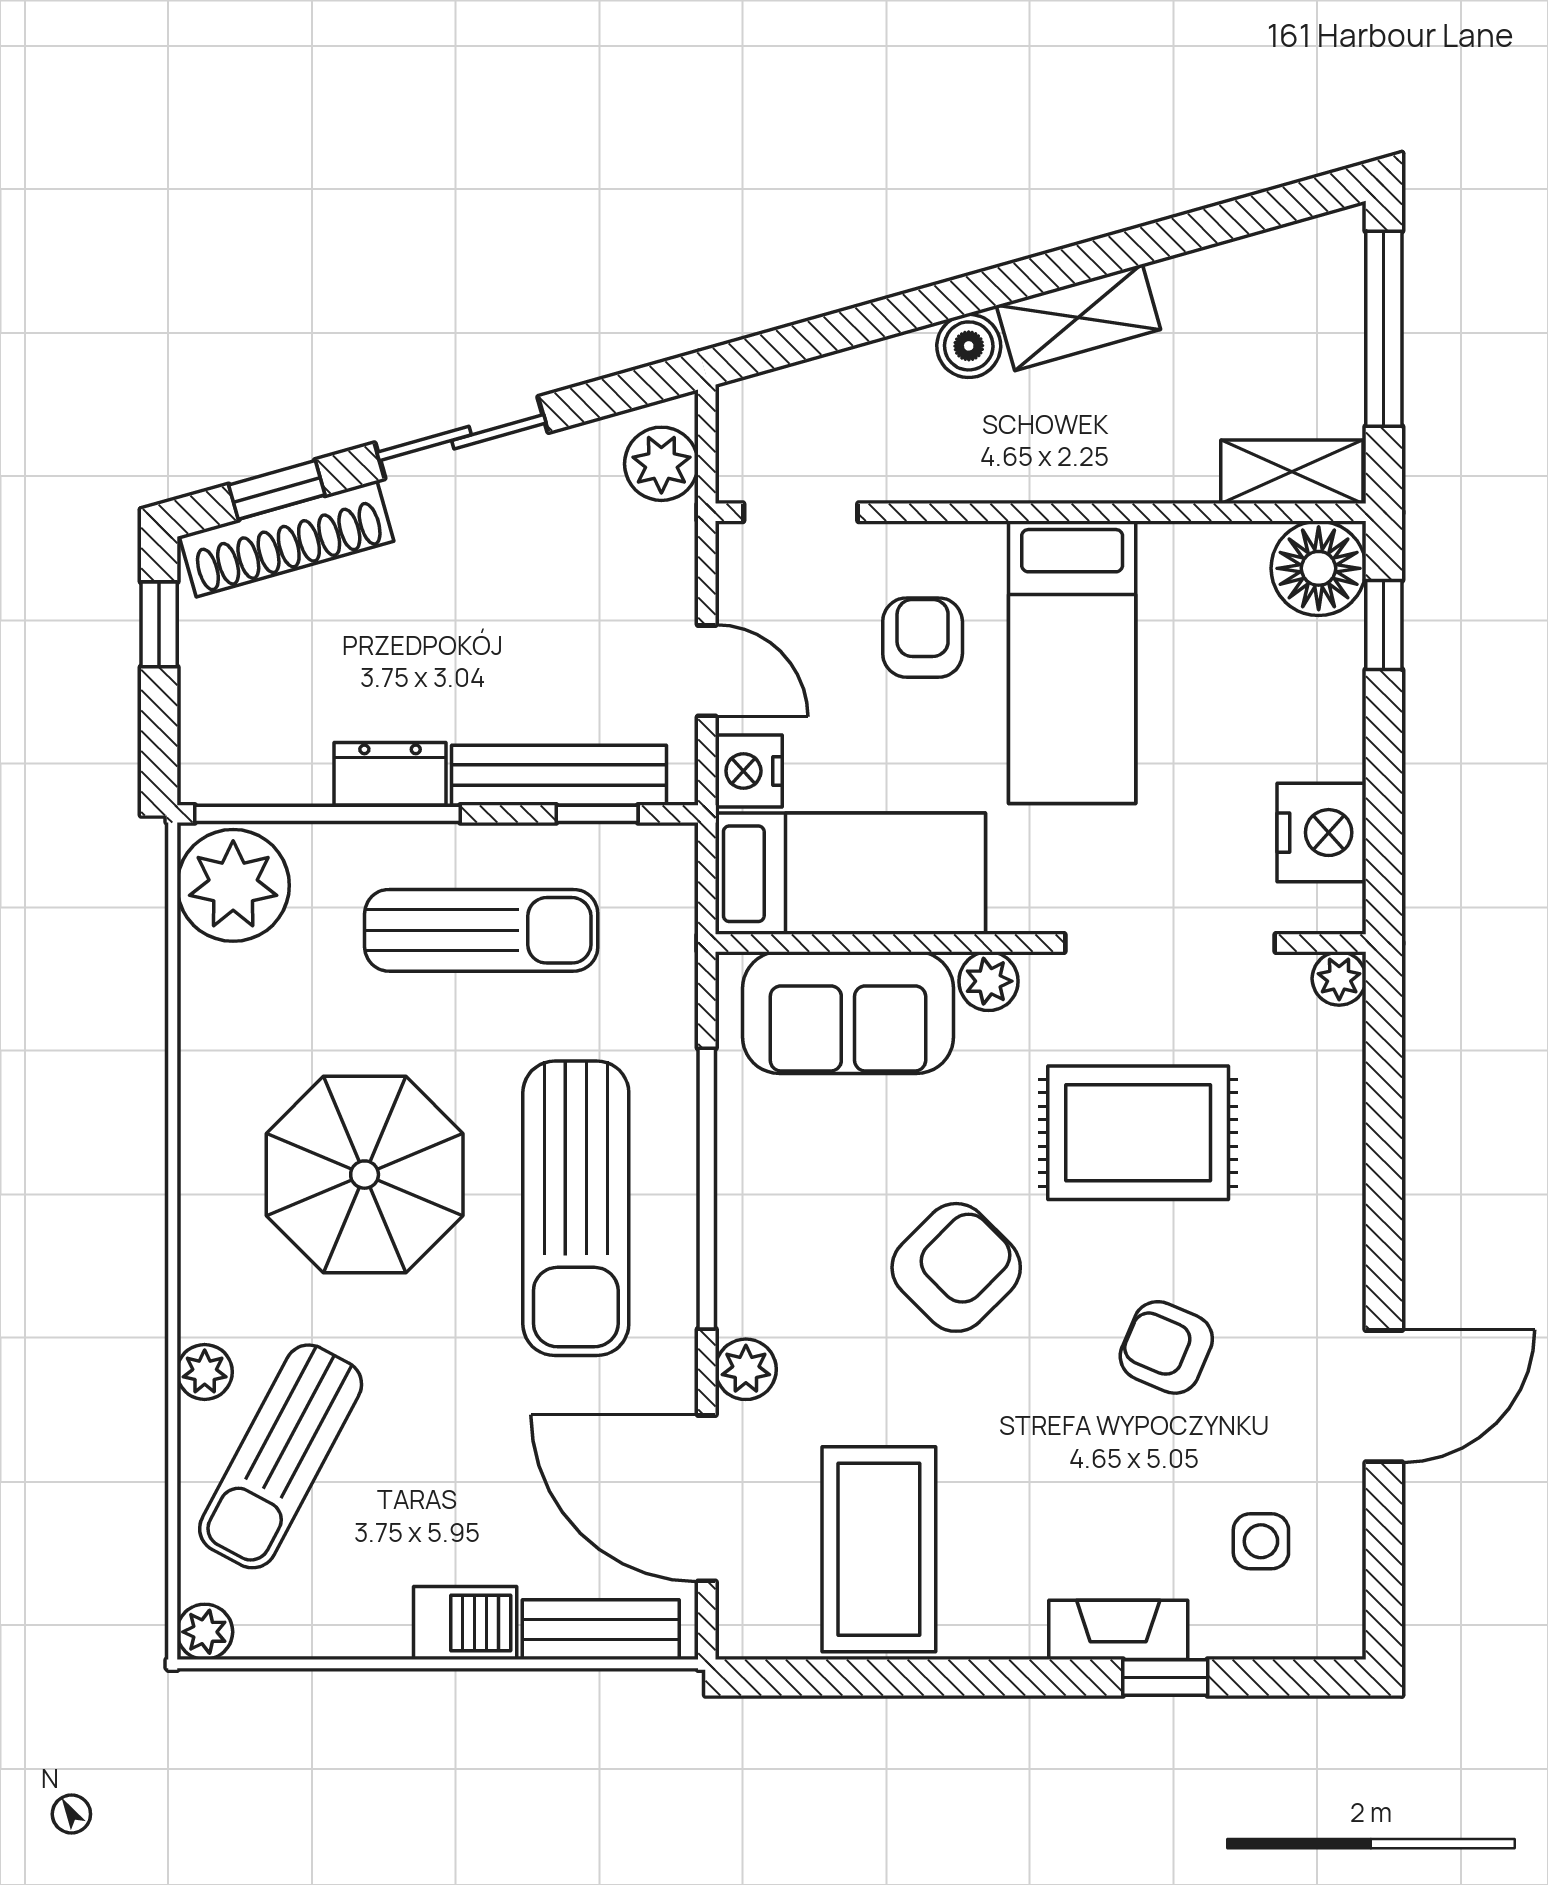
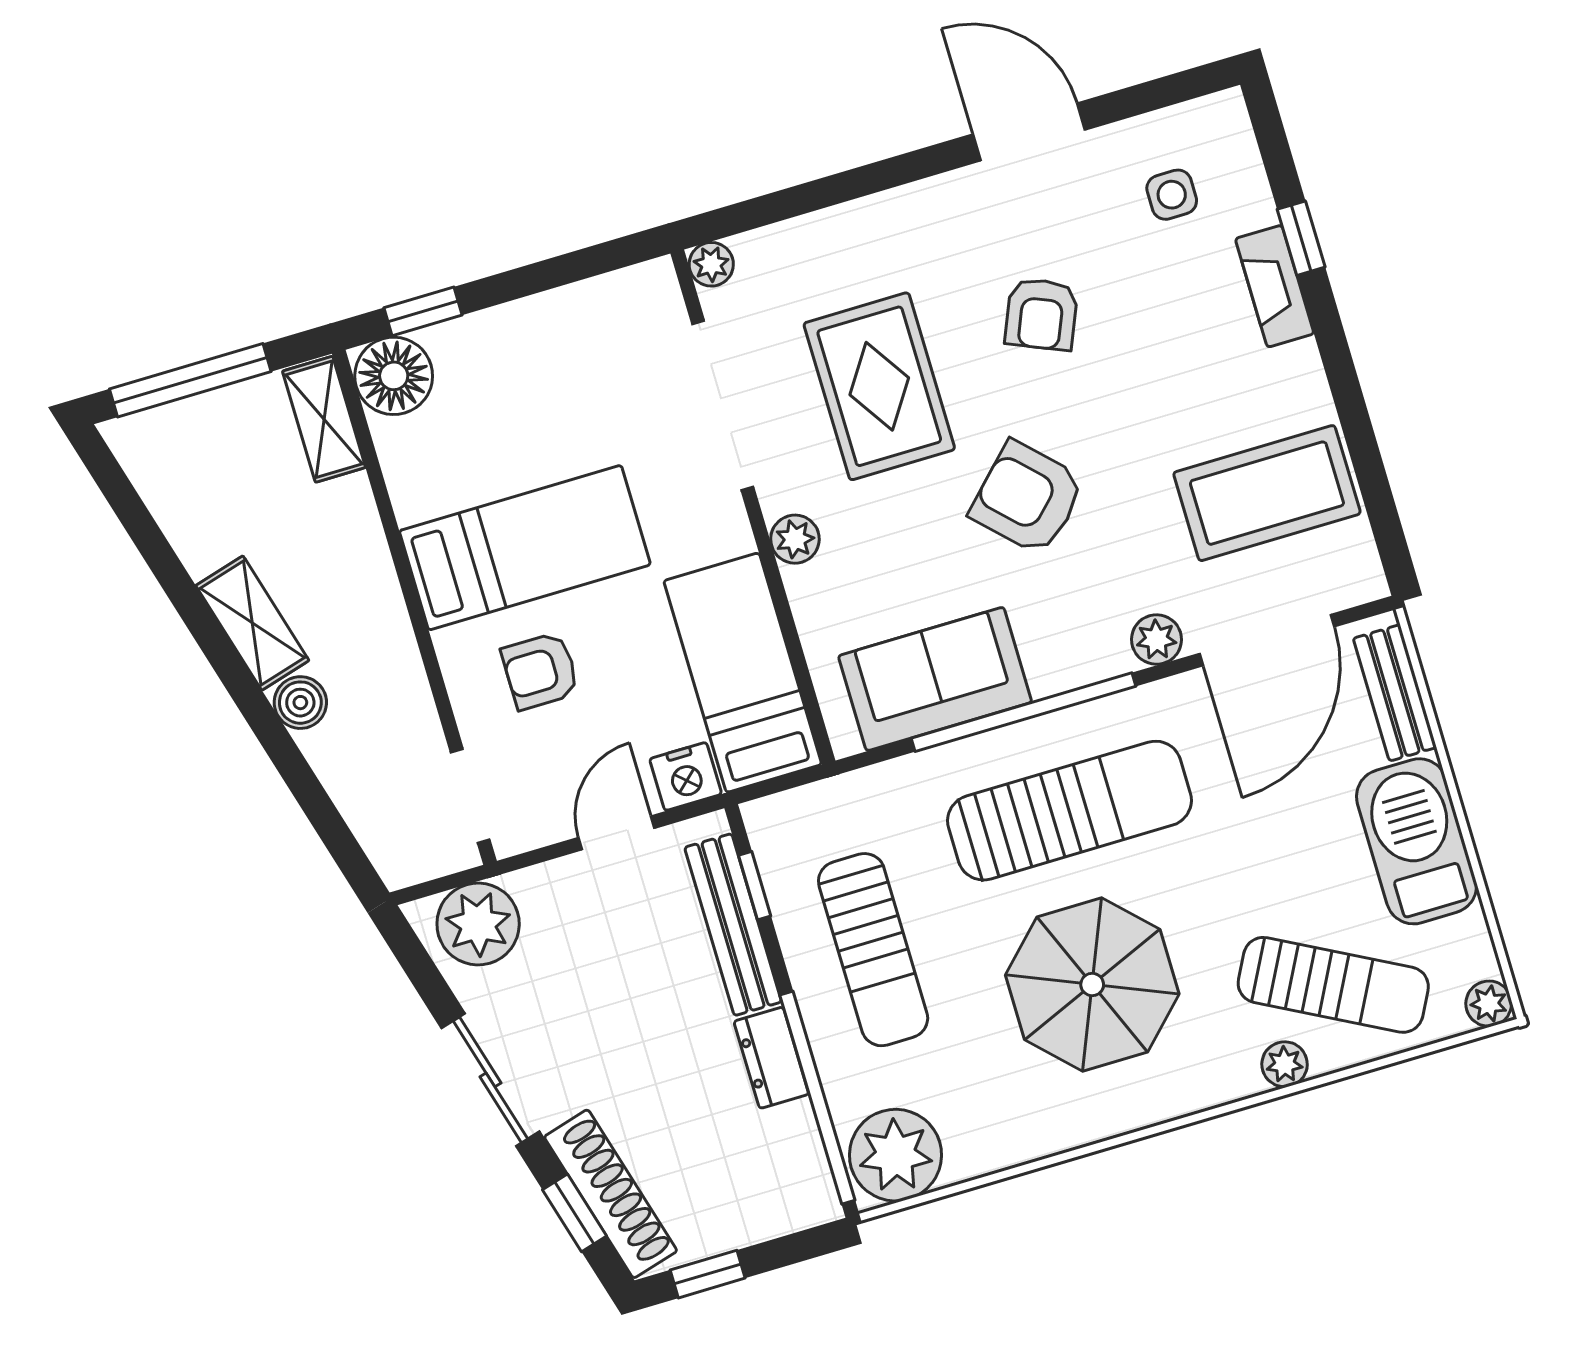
plant: (661, 464) -> (478, 924), width x1.36, depth x1.36
nightstand: (1322, 833) -> (601, 312), removed
sun lounger: (481, 930) -> (873, 950), turned 180
sofa: (848, 1013) -> (935, 679), moved, turned -90
barbecue: (465, 1623) -> (1416, 841), width x1.88, depth x1.53

